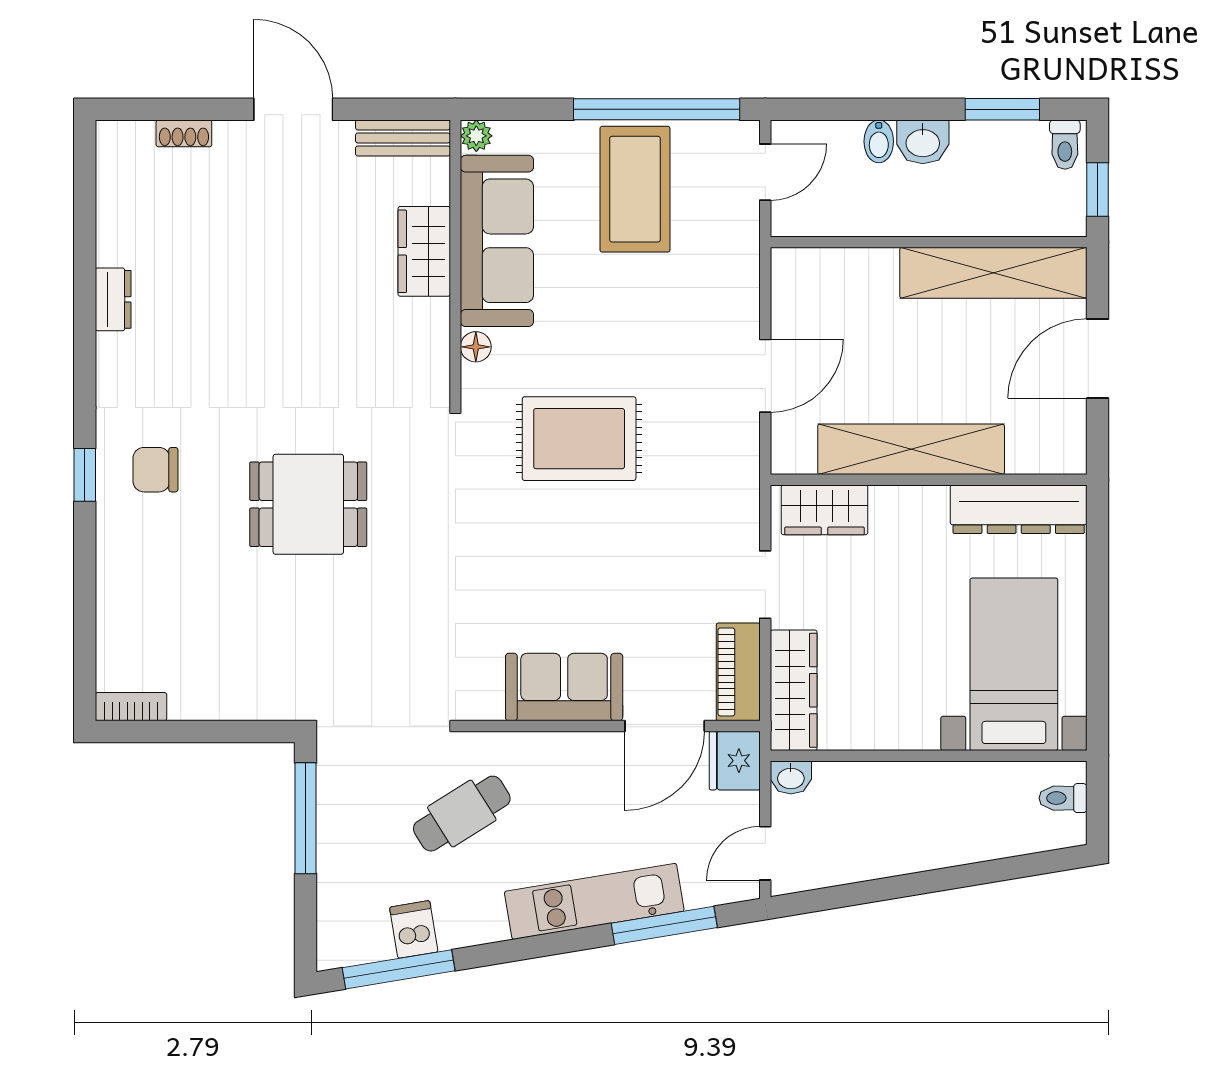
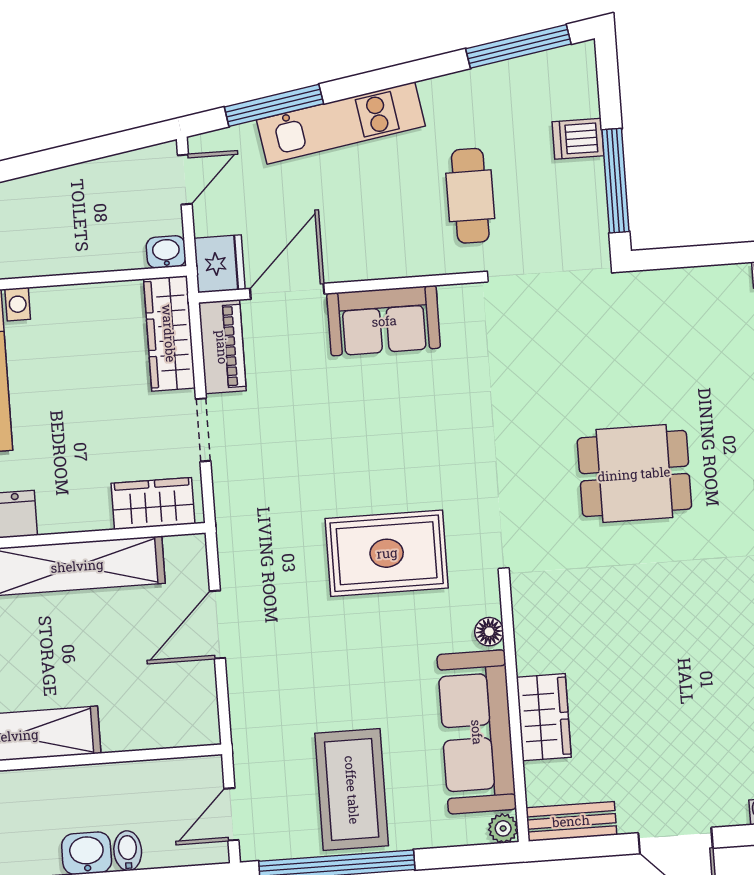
cafe table: (462, 814) -> (470, 196), turned -58
dishwasher: (414, 929) -> (578, 139), moved, turned 99

